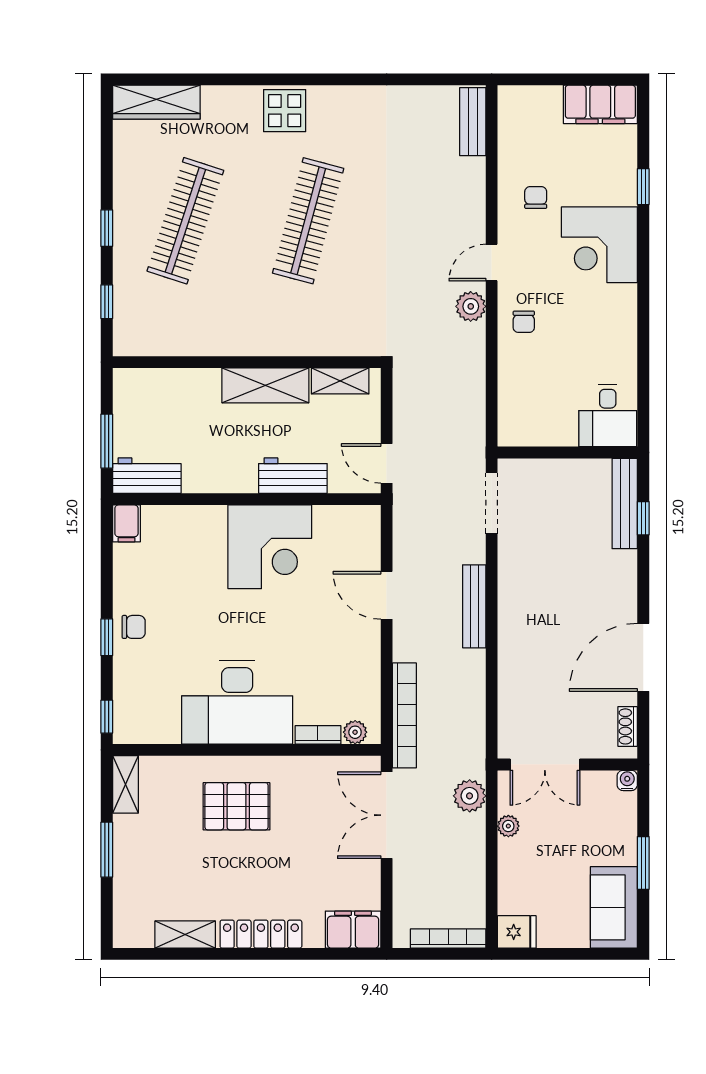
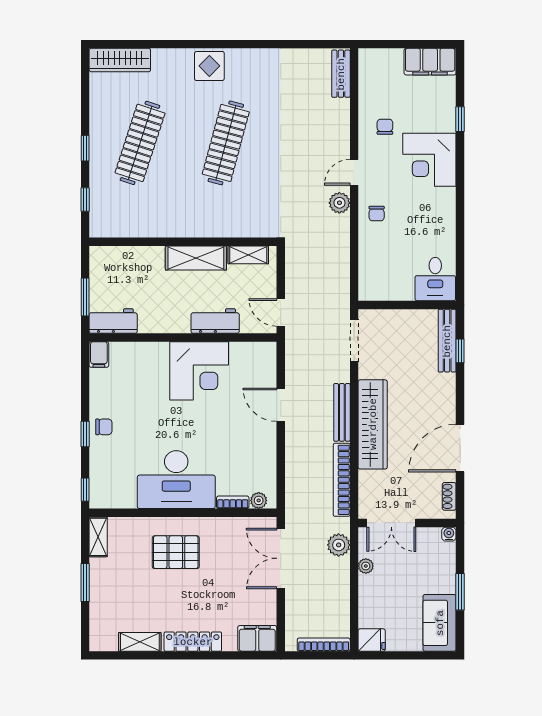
wardrobe: (518, 624) -> (373, 424), added
bookcase: (404, 715) -> (342, 480), moved, turned 180

